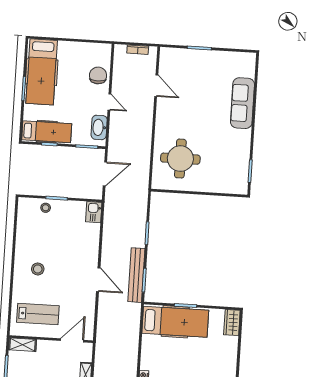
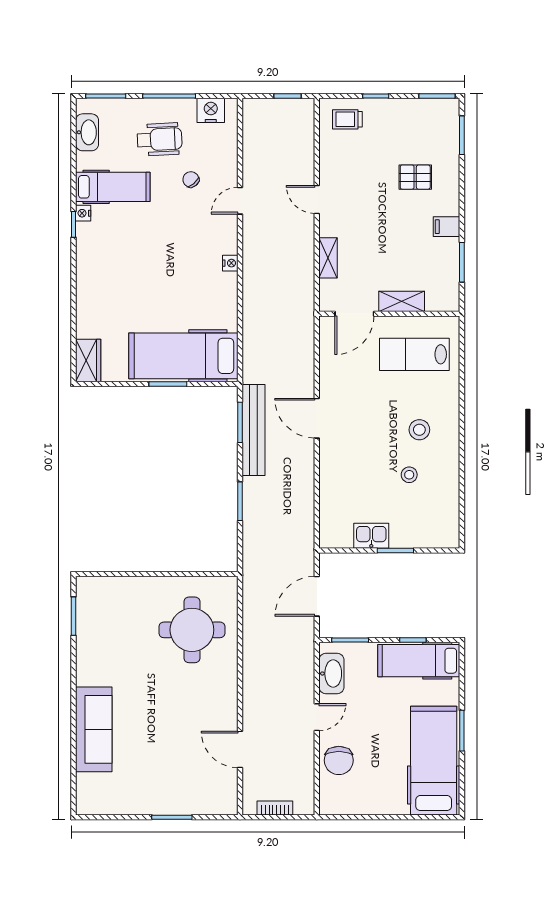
door: (109, 102) -> (317, 717), swing flipped
stool: (46, 208) -> (409, 475), moved
kitchen sink: (94, 212) -> (371, 536), moved, turned -90
shelving: (22, 345) -> (402, 301), moved

